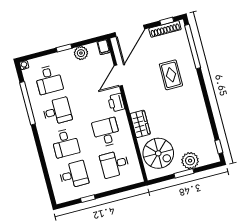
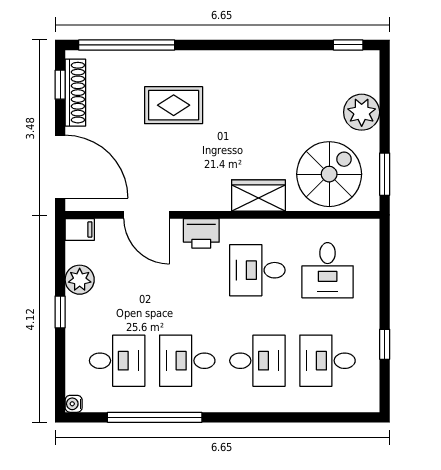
desk: (57, 111) -> (187, 361), turned -90
window: (184, 173) -> (385, 174), moved
desk: (74, 175) -> (328, 361), turned -90

